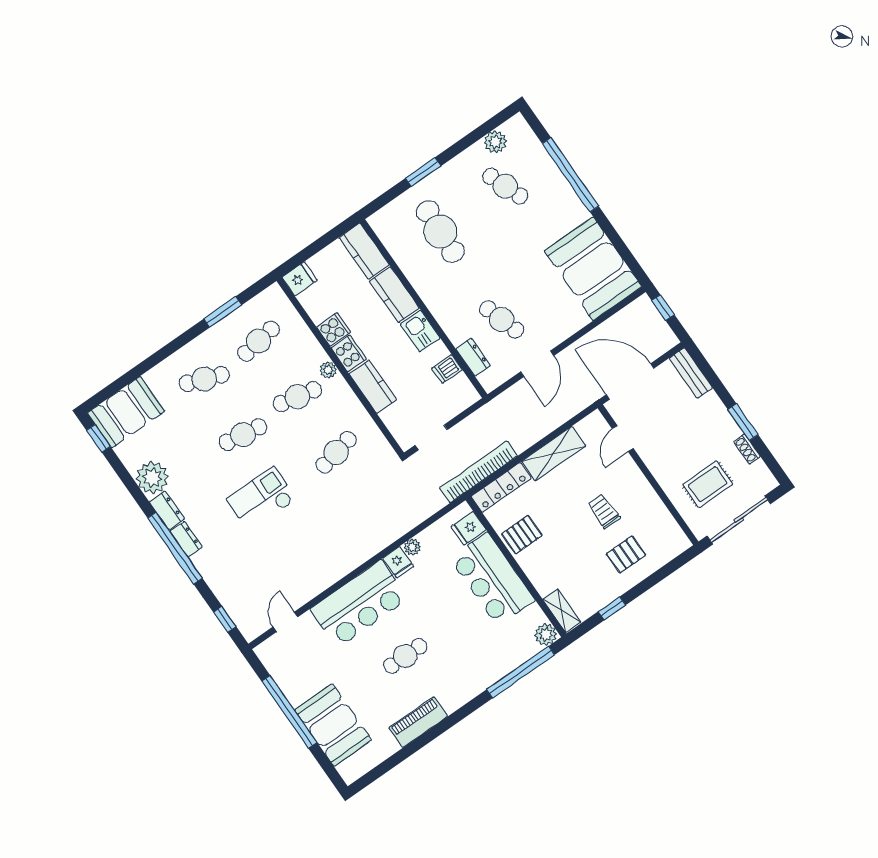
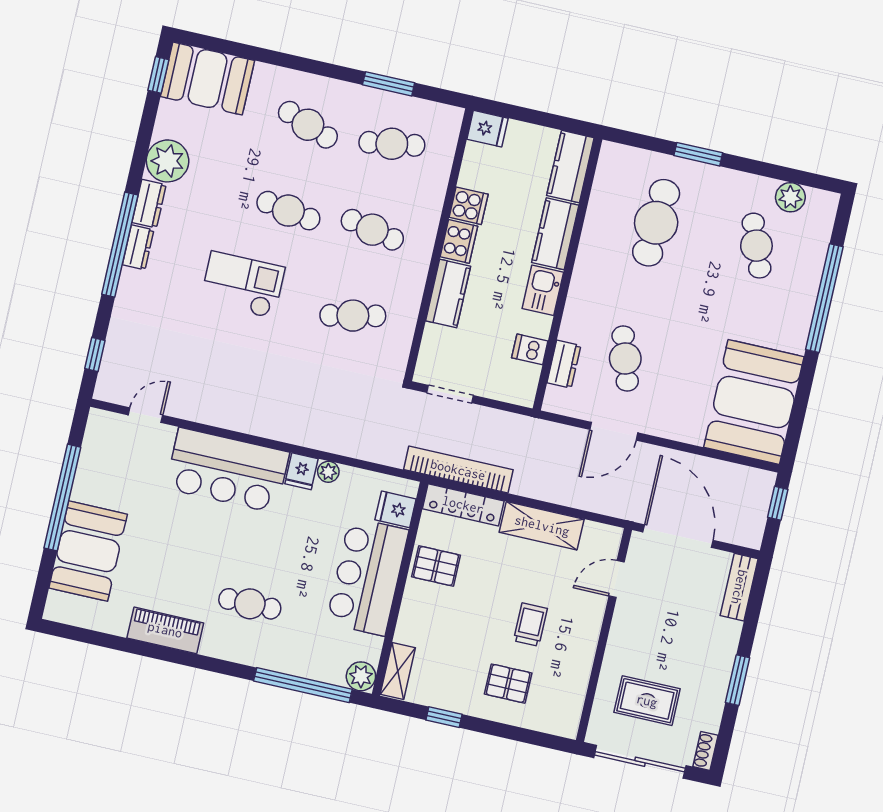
plant: (328, 370) -> (425, 236), removed
shoe rack: (747, 449) -> (705, 751), moved
cafe table: (405, 656) -> (250, 604), moved

